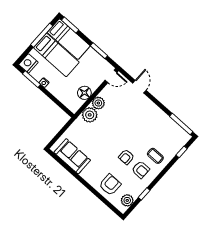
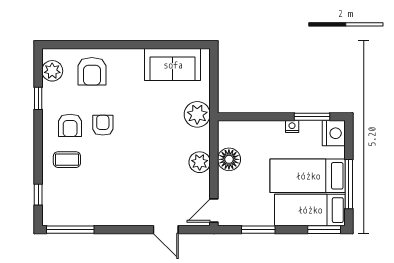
plant: (90, 115) -> (197, 114), moved
armchair: (141, 170) -> (70, 125), turned -90

